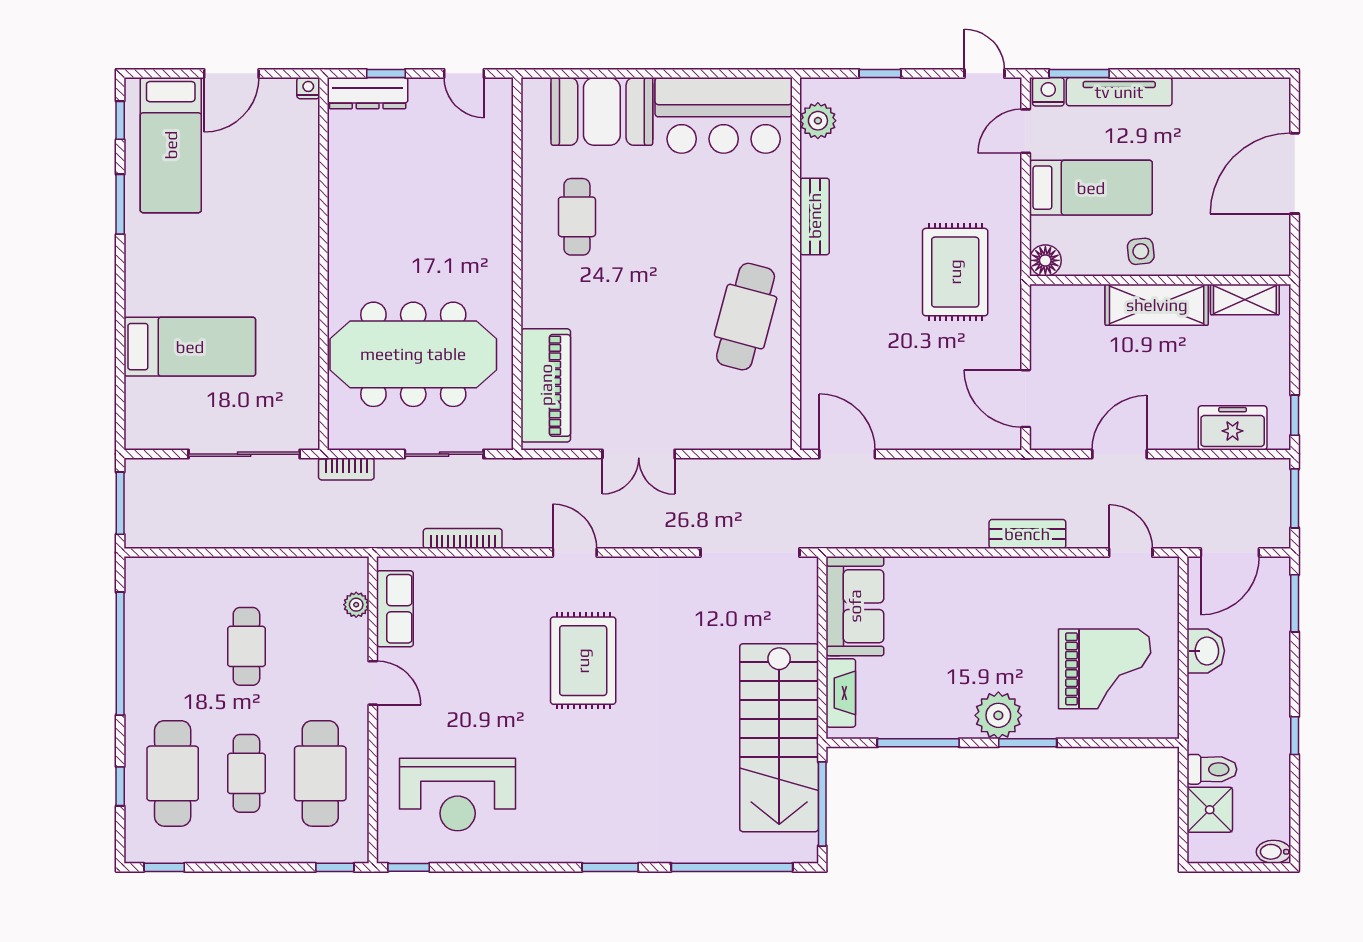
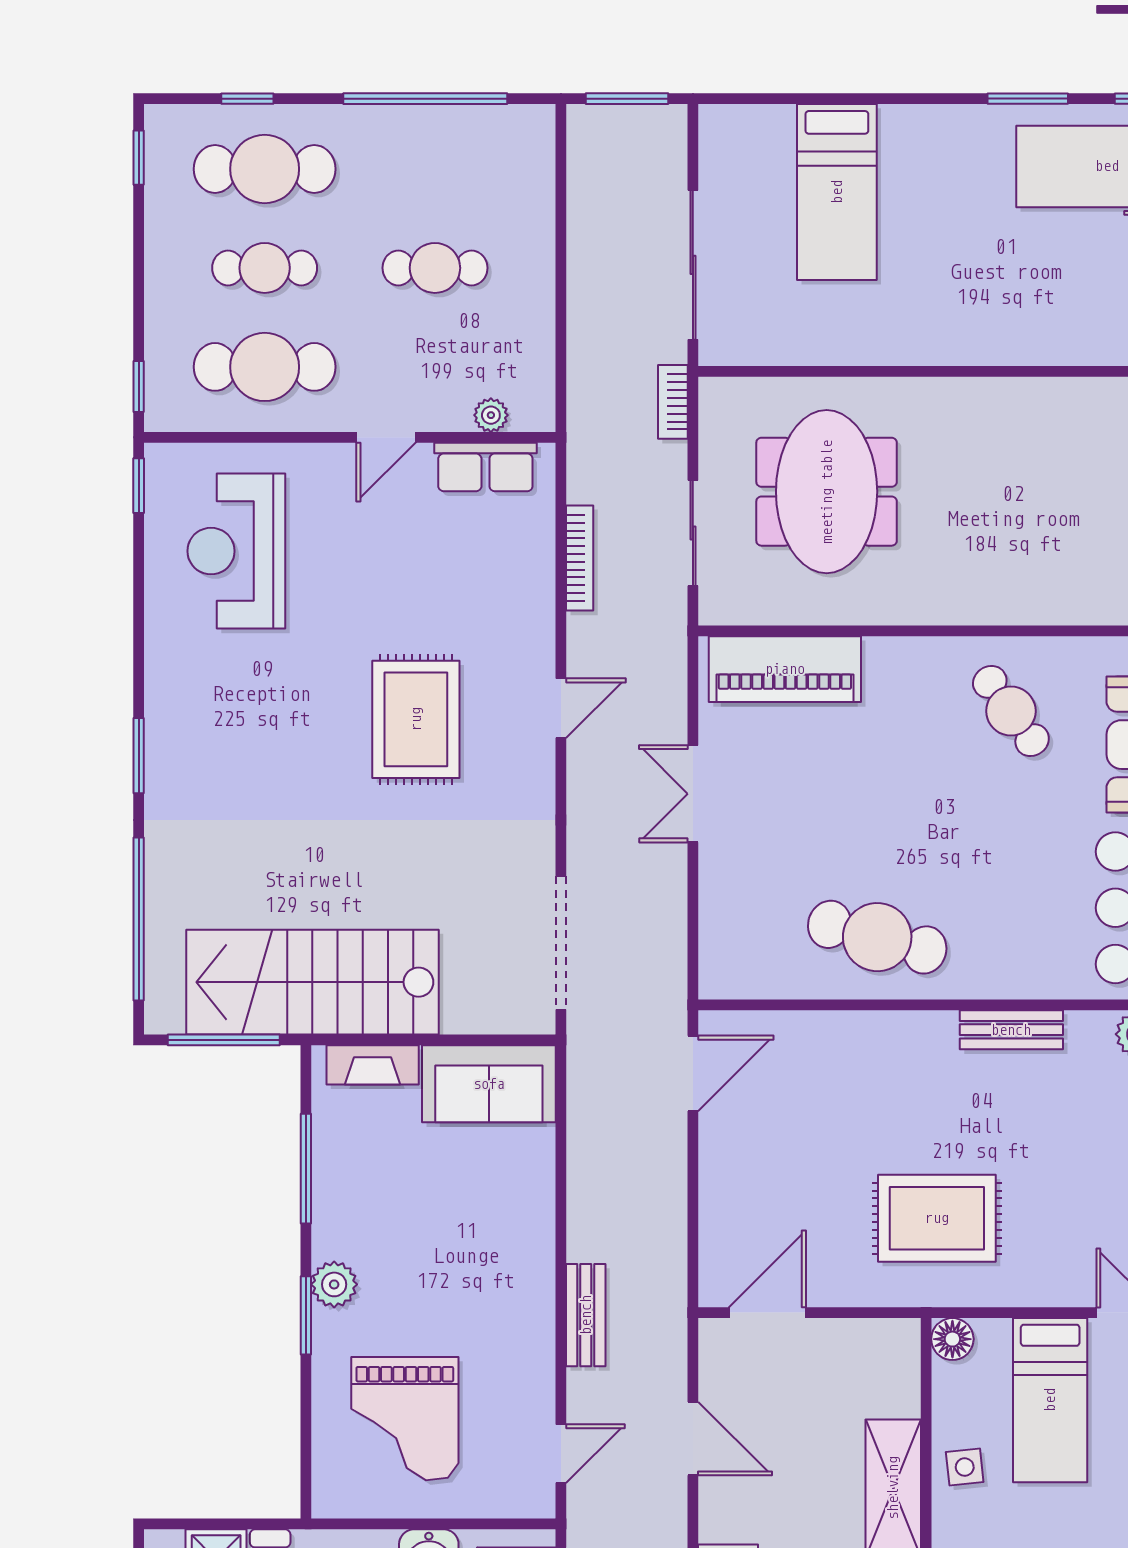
cafe table: (577, 217) -> (1011, 711), turned 54
meeting table: (413, 354) -> (827, 492), width x0.73
rug: (583, 661) -> (416, 719), turned 90
plant: (998, 715) -> (334, 1284), width x0.73, depth x0.73

